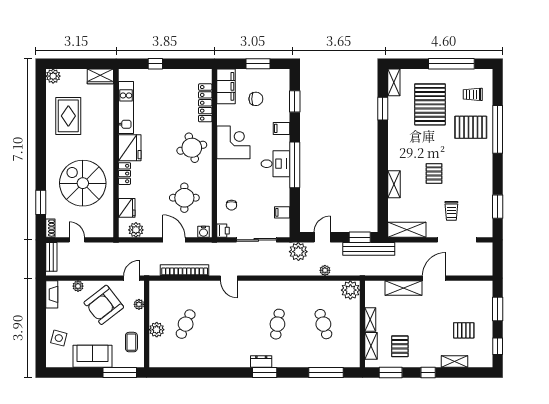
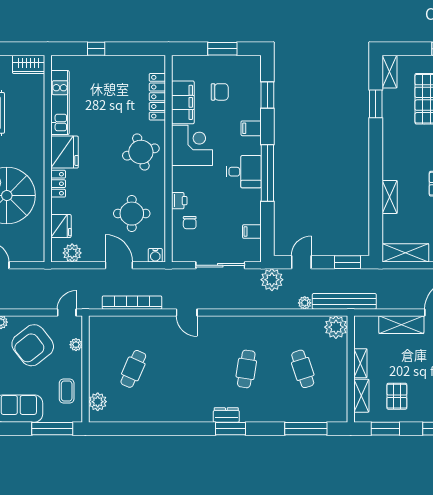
filing cabinet: (226, 86) -> (183, 102), moved
printer: (223, 231) -> (179, 201), moved
bench: (369, 249) -> (344, 301), moved
plant: (157, 330) -> (98, 402), moved

